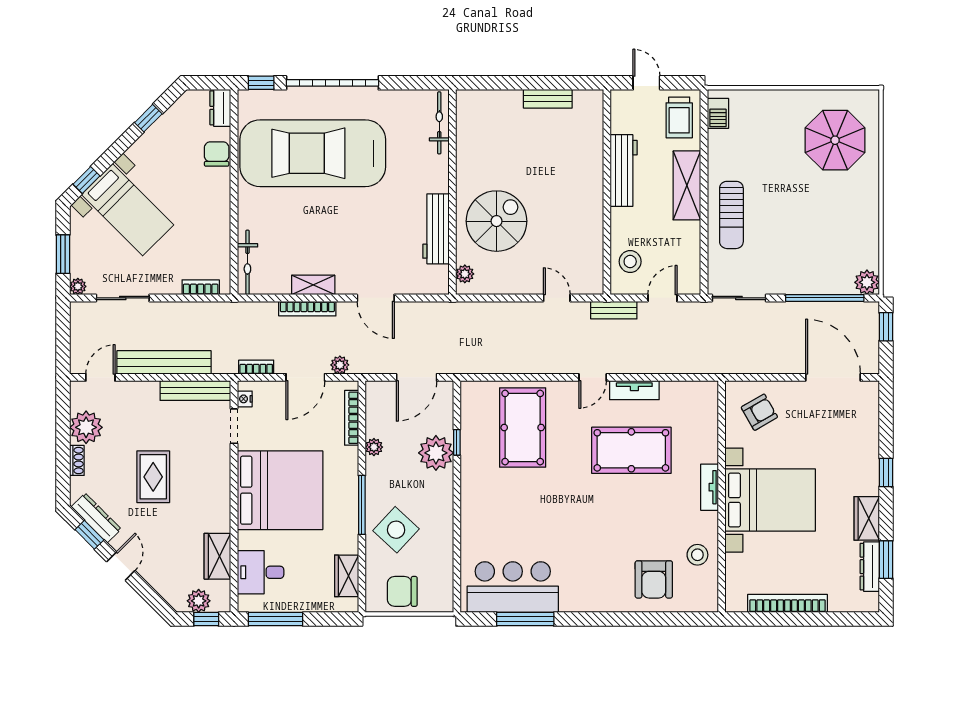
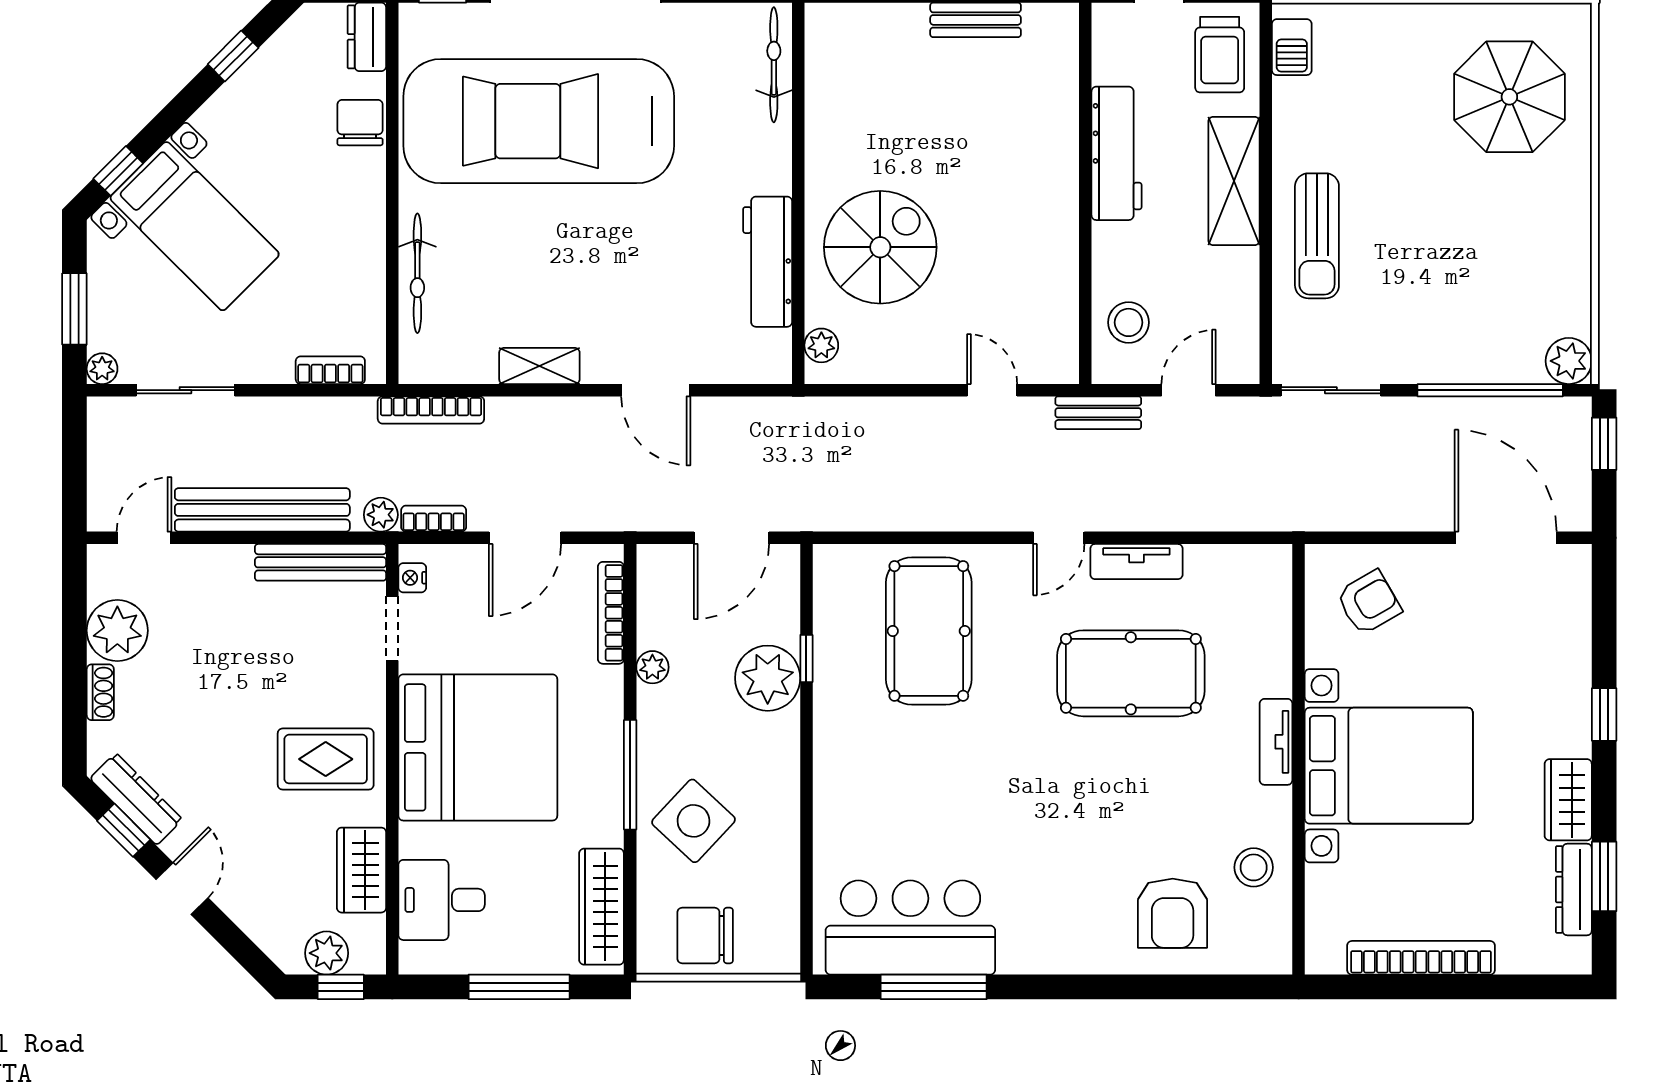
bicycle: (247, 262) -> (417, 273), moved
bookcase: (307, 309) -> (431, 410), moved
plant: (340, 365) -> (381, 515), moved
rug: (153, 477) -> (326, 759), moved, turned 90
wardrobe: (347, 576) -> (602, 907), width x1.50
window: (276, 619) -> (519, 987), moved

